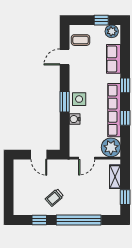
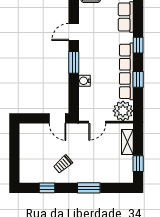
door: (65, 57) -> (74, 32), moved
side table: (79, 99) -> (89, 60), removed
door: (39, 155) -> (57, 118), moved
window: (79, 220) -> (89, 188), width x0.47

